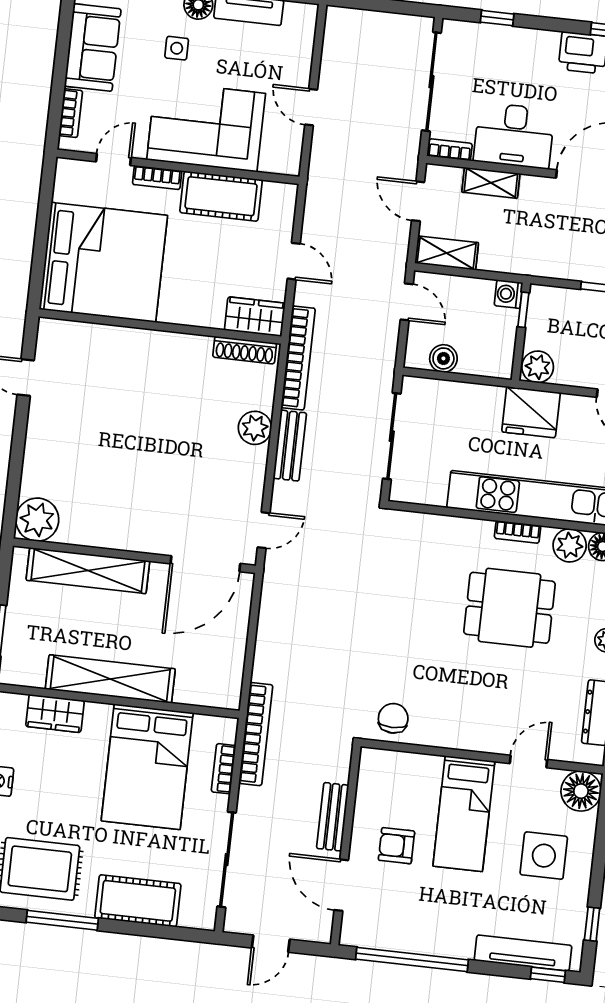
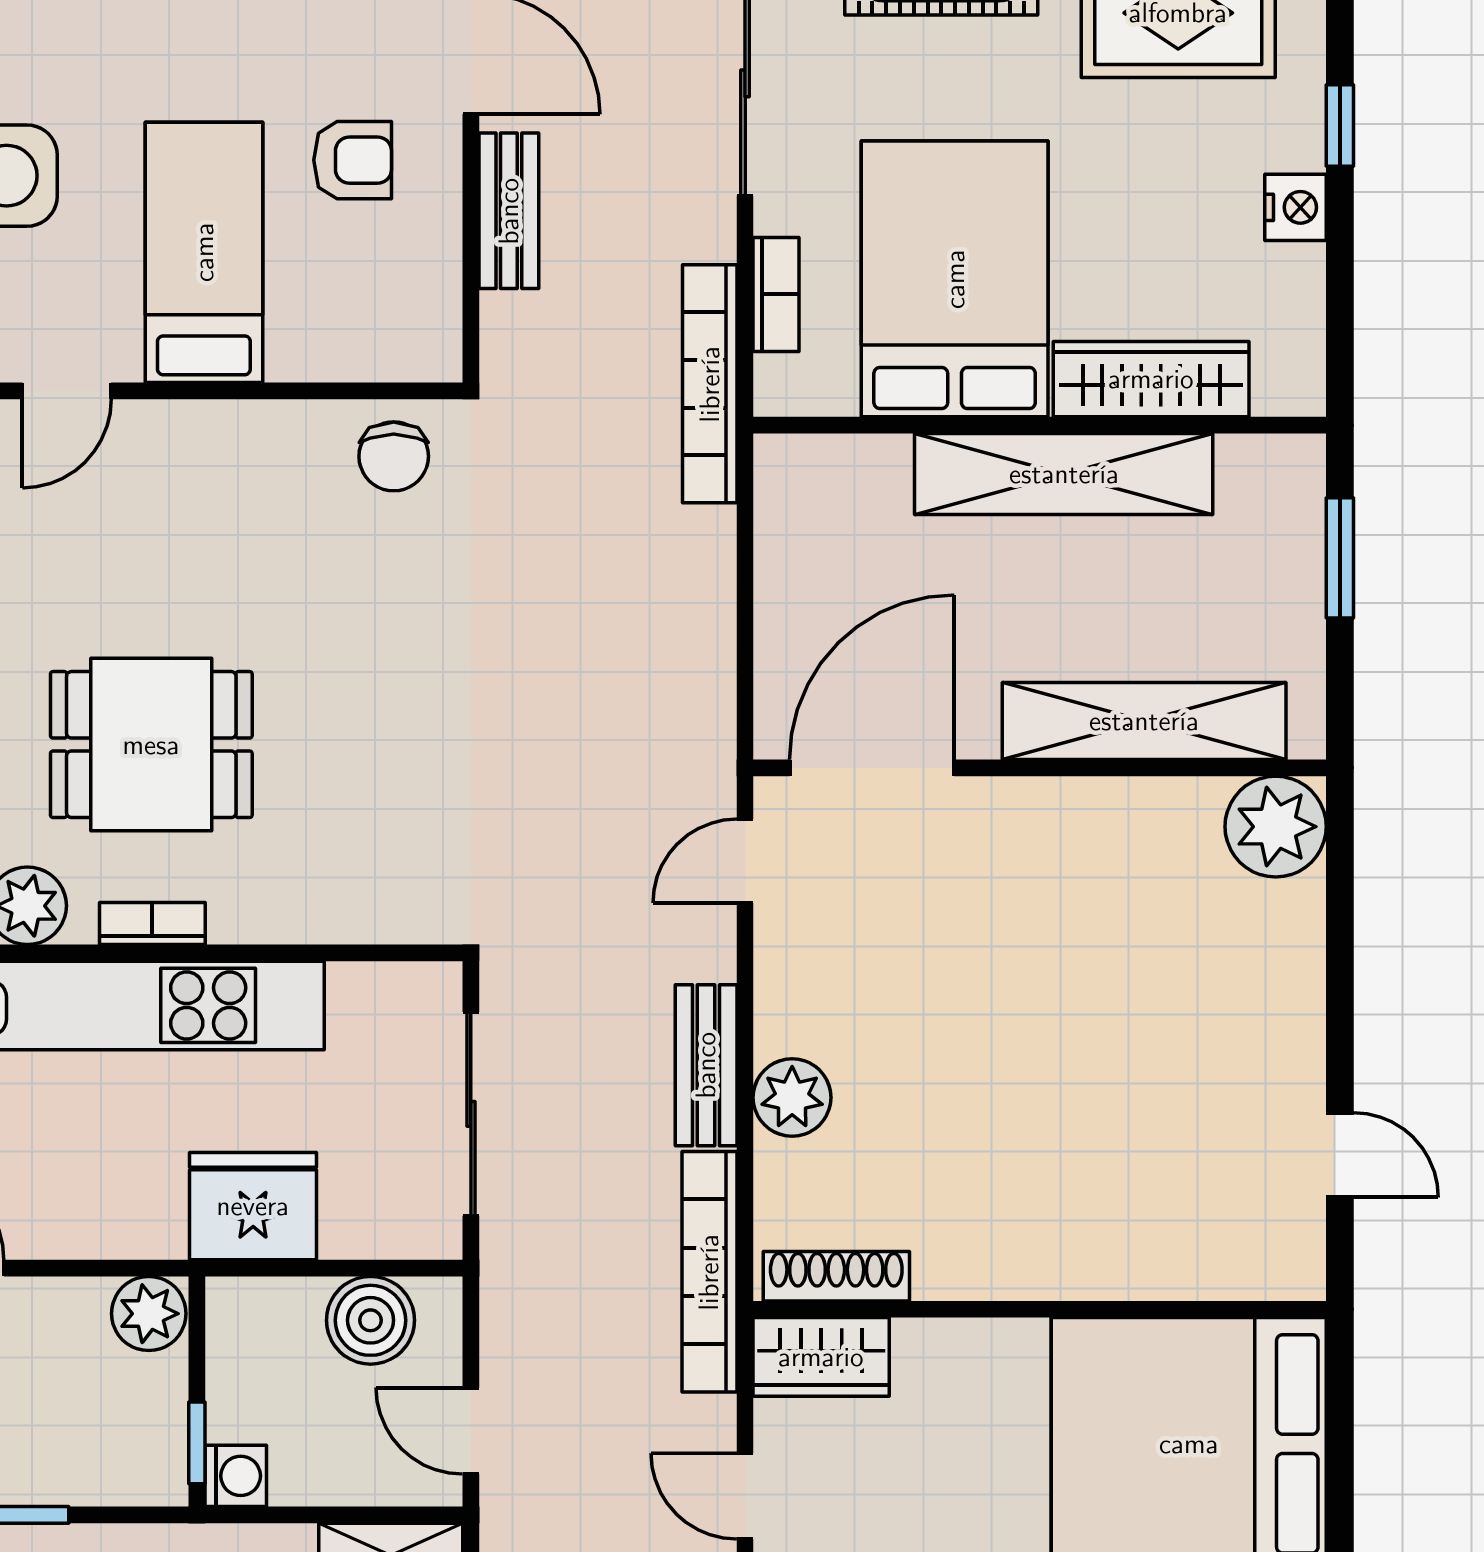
boiler: (443, 358) -> (371, 1320), width x1.36, depth x1.36
fridge: (531, 412) -> (253, 1206), moved
wardrobe: (55, 713) -> (1151, 379), width x1.50

